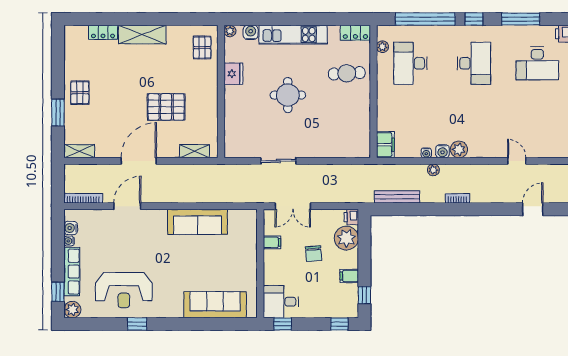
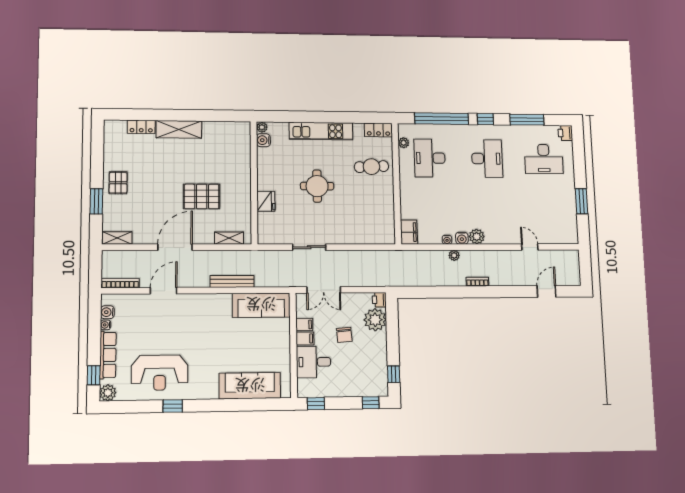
water cooler: (251, 32) -> (263, 140), moved, turned -90
pallet: (202, 48) -> (236, 142), removed
fridge: (233, 74) -> (266, 201), moved
bench: (397, 197) -> (232, 281), moved
sofa: (197, 222) -> (261, 305), moved
filing cabinet: (349, 276) -> (305, 338), moved, turned 180
desk: (281, 302) -> (313, 362), moved

